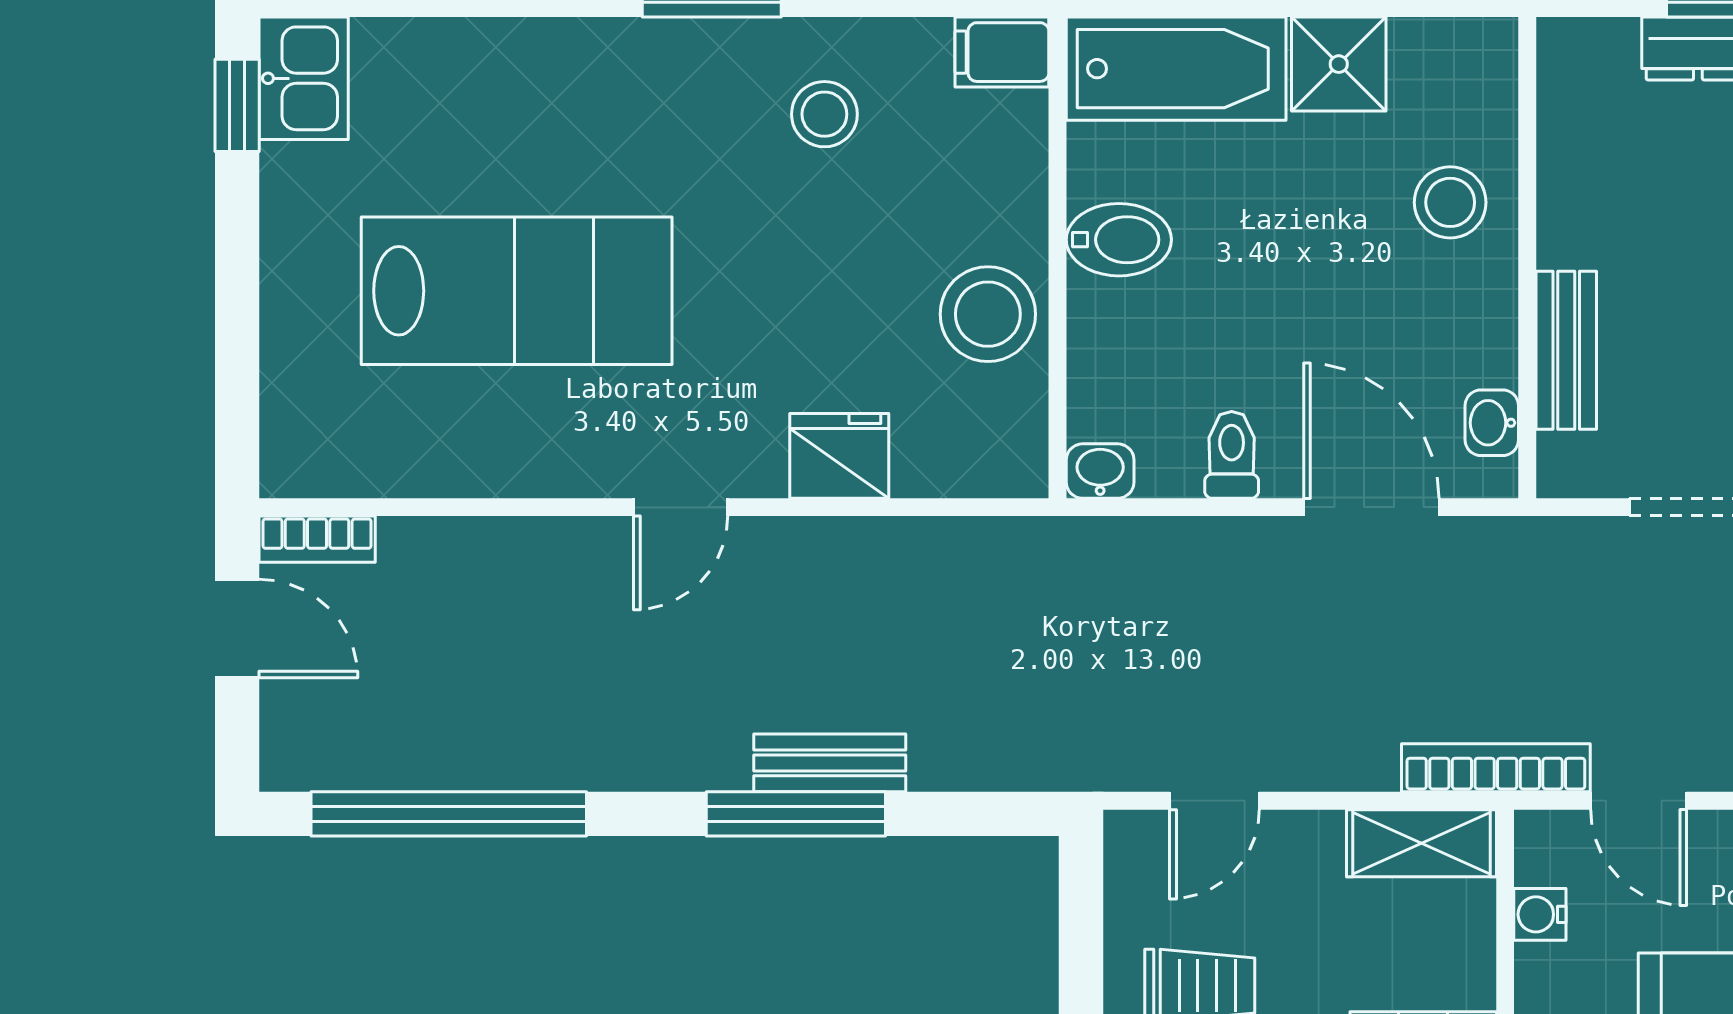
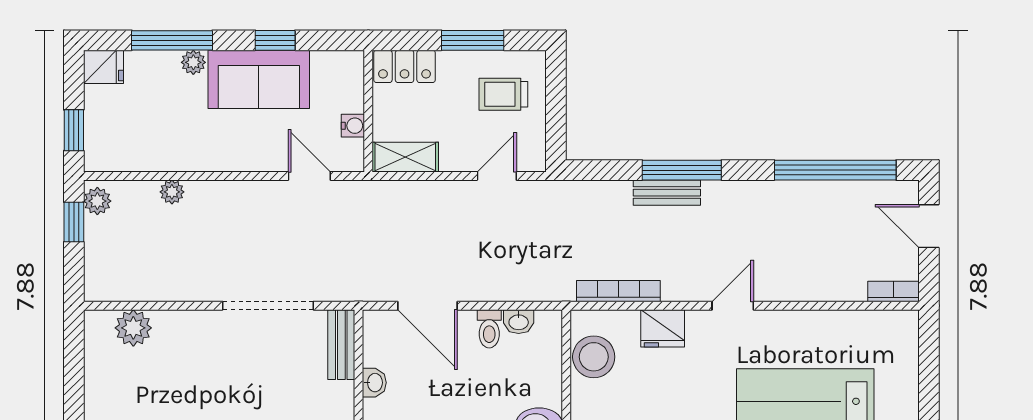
stool: (988, 314) -> (594, 357), moved
bench: (1566, 350) -> (341, 345), moved
washbasin: (1492, 423) -> (374, 383), moved
washbasin: (1100, 471) -> (519, 322), moved
door: (237, 629) -> (929, 226), moved
bookcase: (1496, 768) -> (618, 291), moved, turned 180

